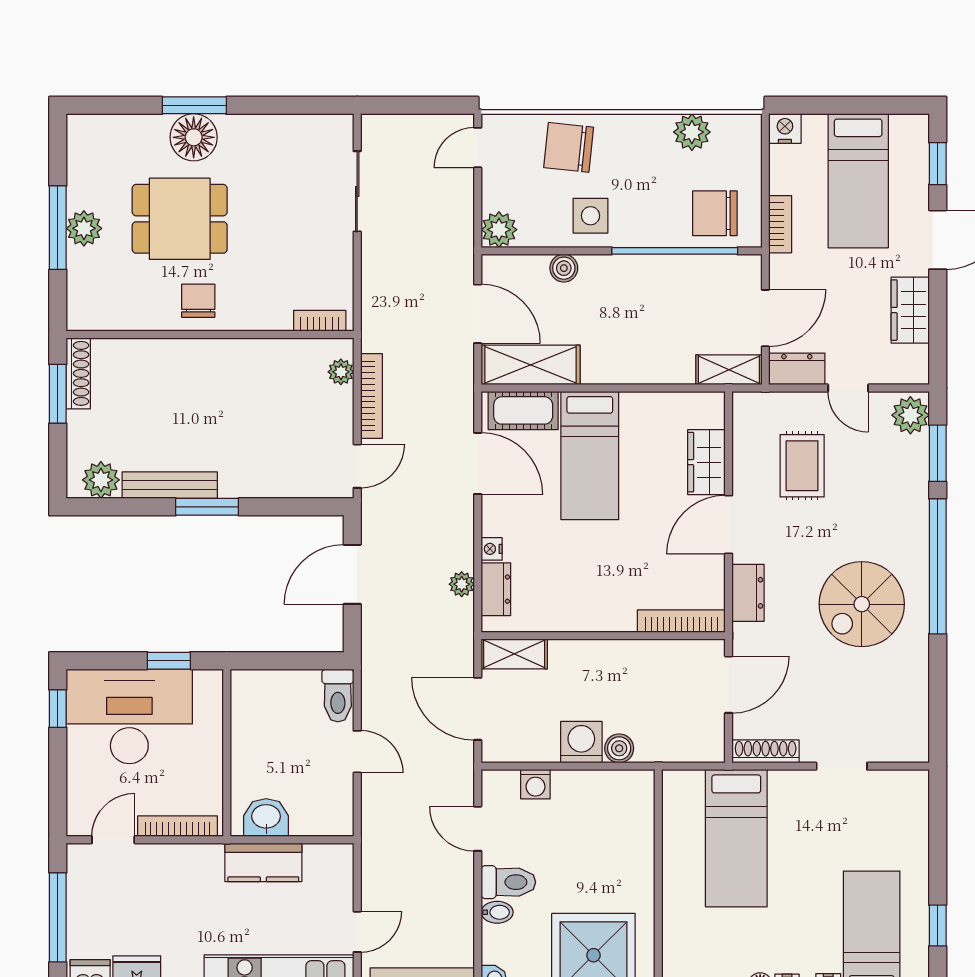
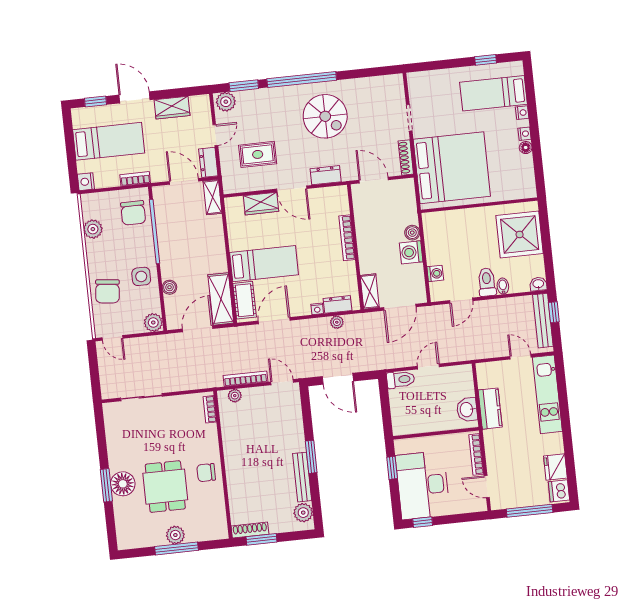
bookcase: (681, 621) -> (347, 238), moved
bed: (736, 838) -> (452, 168), width x2.04

